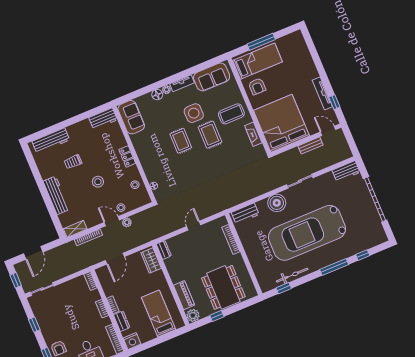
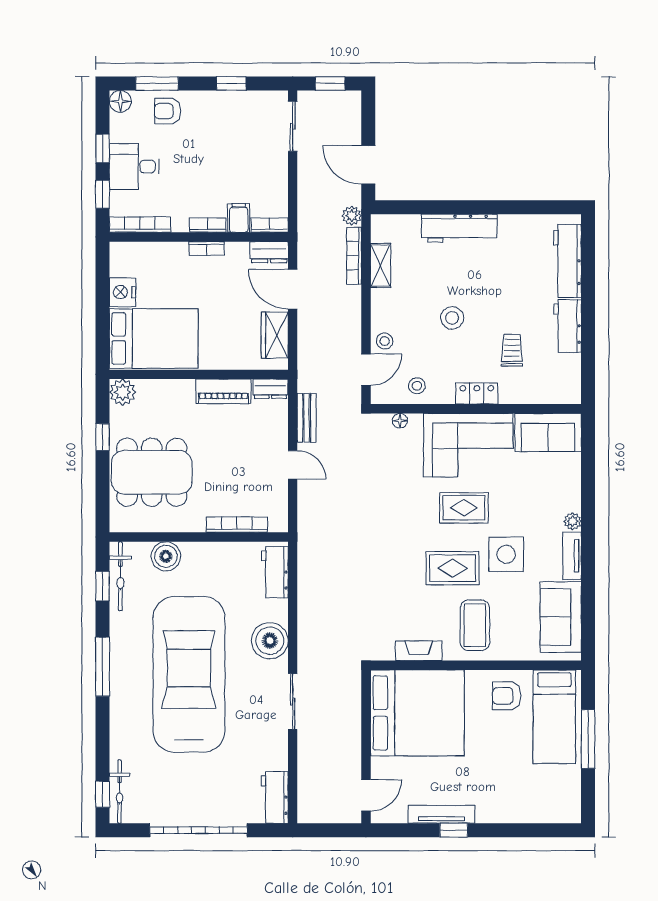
floor lamp: (157, 95) -> (570, 500), removed
window: (334, 102) -> (454, 830), moved
workbench: (103, 119) -> (568, 326), moved
bench: (311, 145) -> (307, 418), moved
corner sofa: (152, 151) -> (468, 445), added
trolley: (73, 162) -> (512, 350), moved
door: (112, 221) -> (366, 370), moved
plant: (127, 222) -> (352, 216), moved
shelving: (75, 229) -> (381, 266), moved
bicycle: (373, 242) -> (119, 792), added
door: (33, 253) -> (368, 165), moved
window: (363, 255) -> (103, 794), moved
wardrobe: (151, 260) -> (275, 335), moved, turned -90
boiler: (258, 265) -> (166, 556), added
window: (334, 267) -> (103, 667), moved
bicycle: (292, 275) -> (120, 576), moved
piano: (184, 295) -> (224, 391), moved
filing cabinet: (93, 296) -> (239, 218), added
bed: (159, 313) -> (154, 338), width x1.50
dresser: (122, 321) -> (269, 252), moved
nightstand: (132, 341) -> (122, 292), moved

